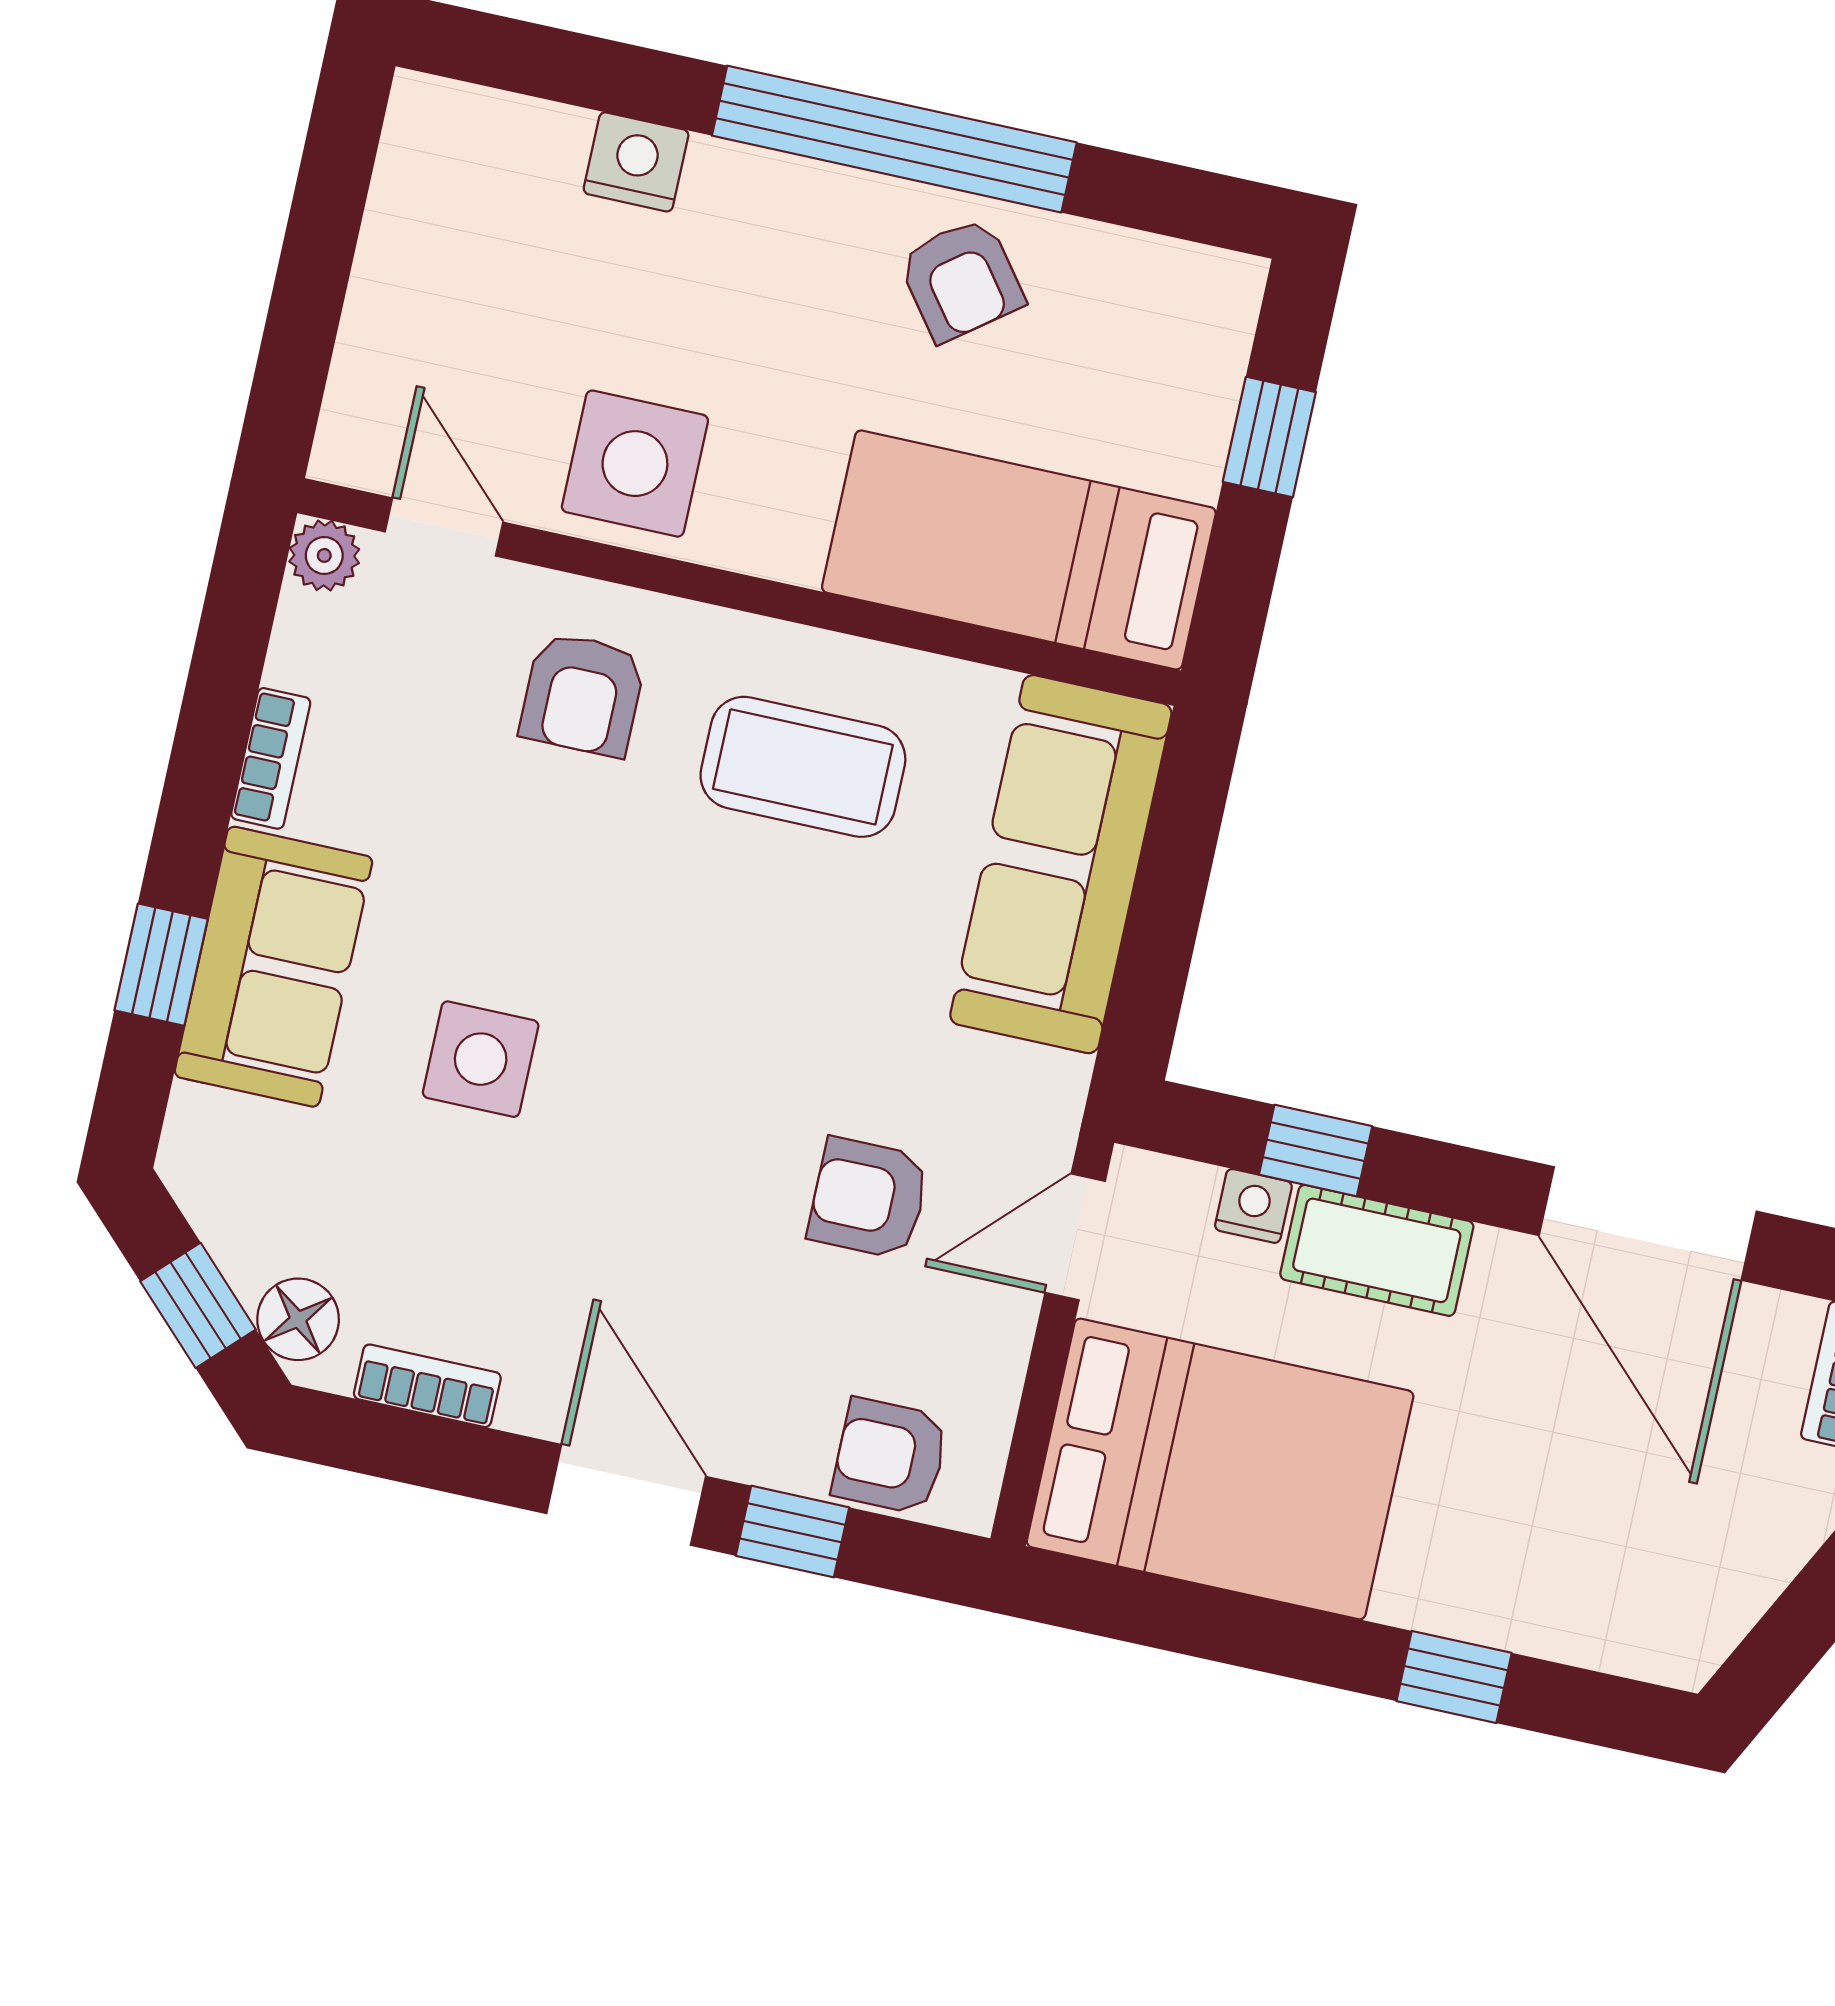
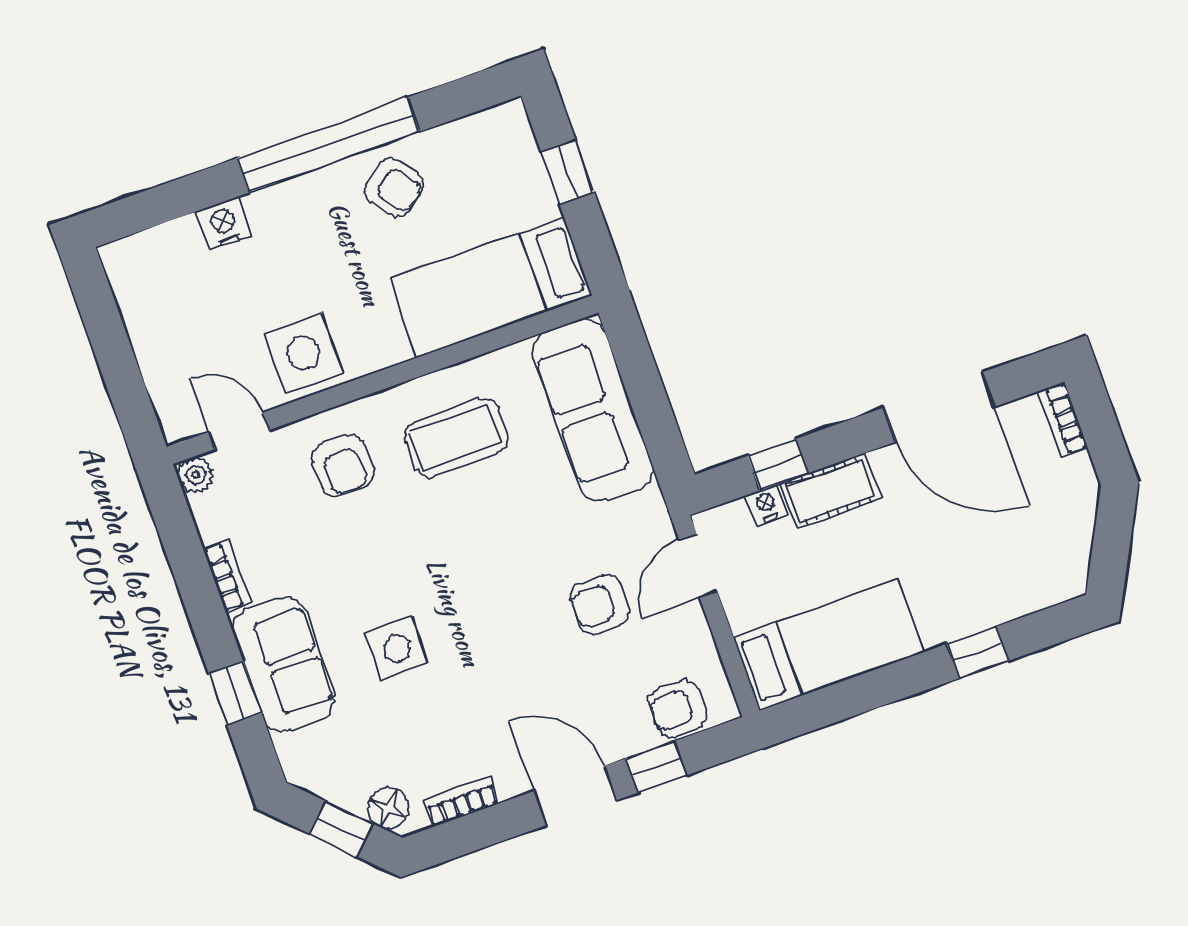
bed: (1220, 1469) -> (829, 645), width x0.67

